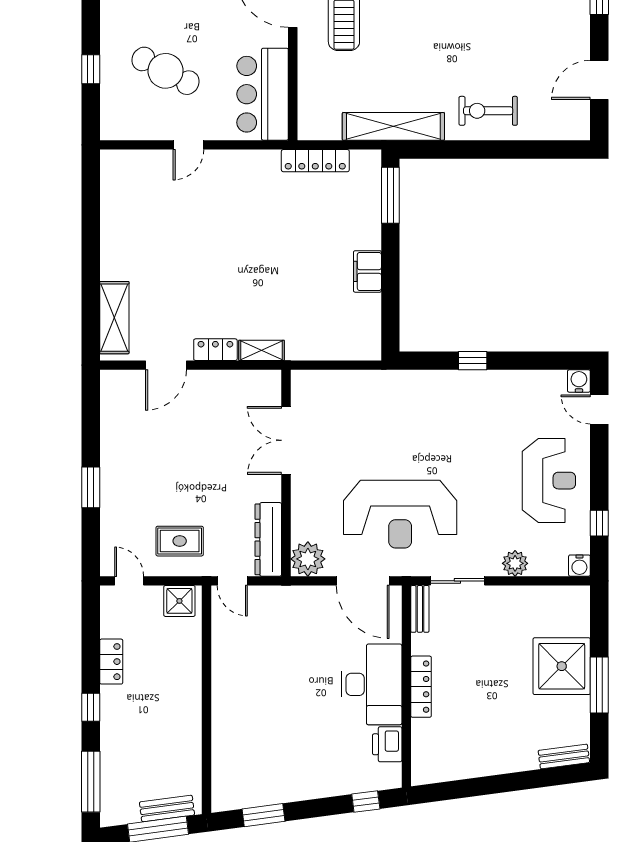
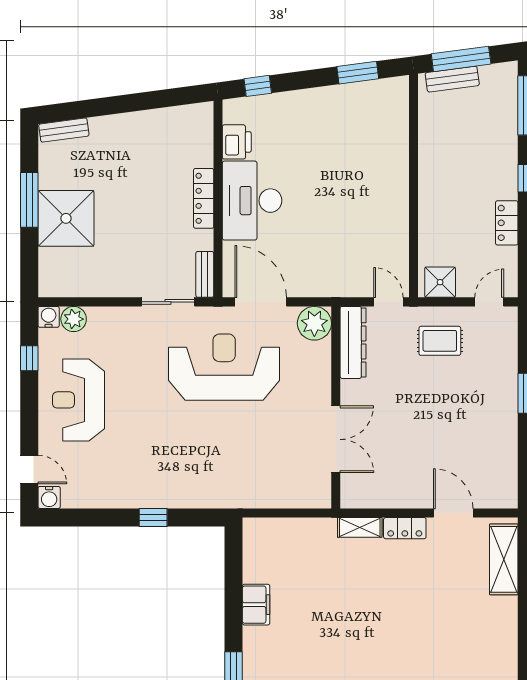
door: (166, 365) -> (453, 513), hinge flipped
plant: (515, 563) -> (74, 319), moved
door: (129, 581) -> (489, 302), swing flipped

